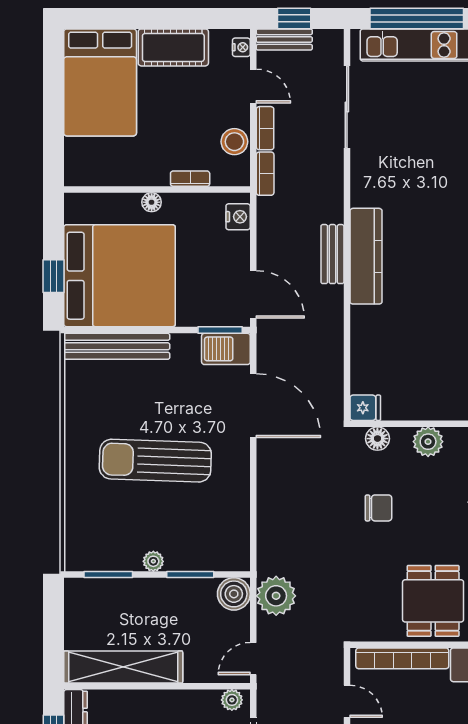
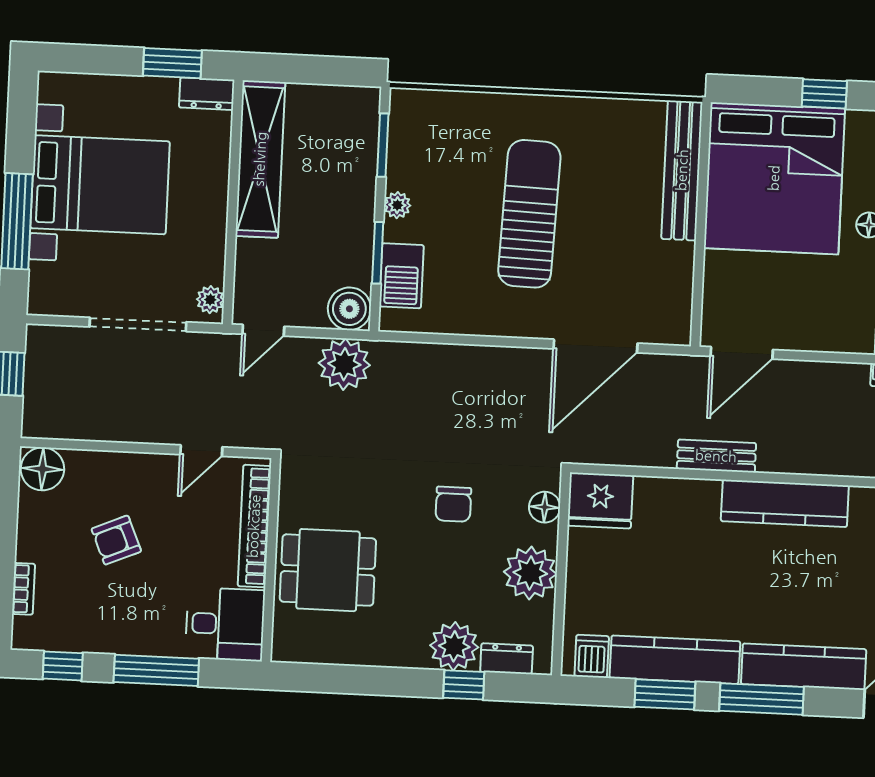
nightstand: (238, 217) -> (845, 338), removed
bench: (332, 254) -> (716, 456), moved
window: (54, 276) -> (824, 94), moved
window: (220, 330) -> (697, 307), removed
barbecue: (226, 349) -> (401, 276), moved, turned 180
fridge: (365, 408) -> (600, 500), width x1.88, depth x1.34
plant: (428, 442) -> (530, 573), width x1.36, depth x1.36
door: (253, 659) -> (263, 330), swing flipped

